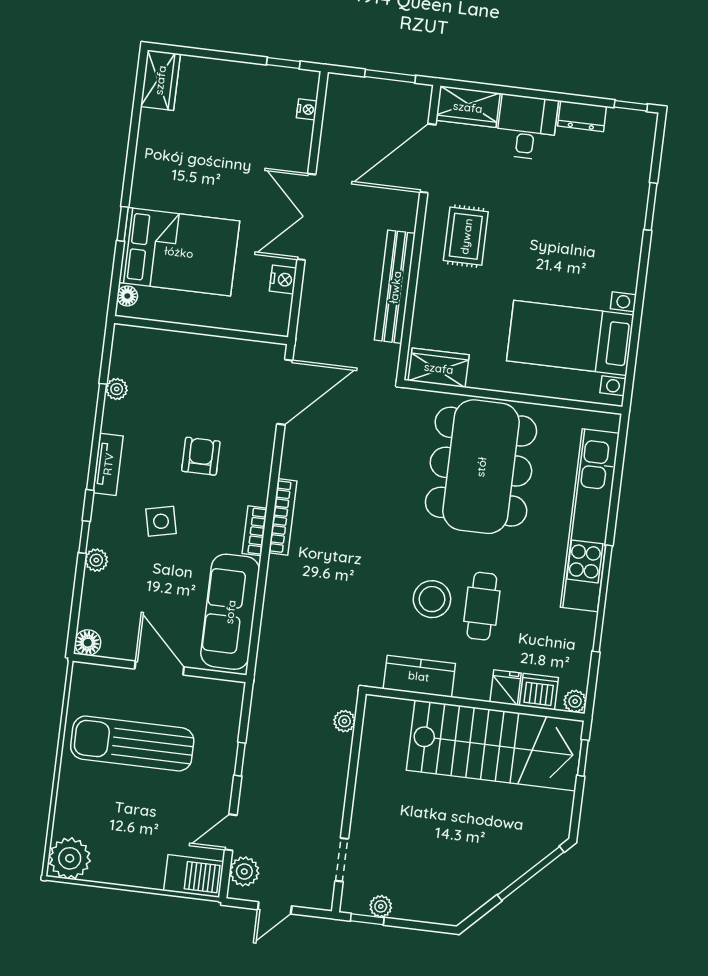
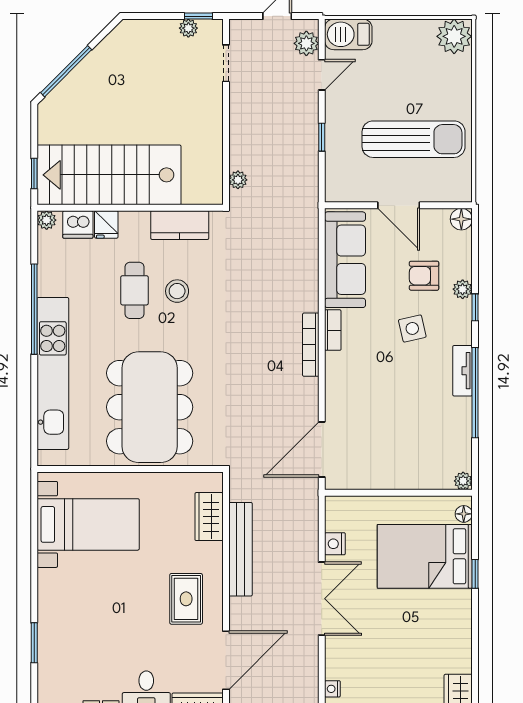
wardrobe: (439, 368) -> (209, 517), moved, turned 90
plant: (117, 389) -> (463, 481), moved
armchair: (201, 456) -> (424, 276), moved, turned 90
stool: (432, 599) -> (177, 291), width x0.73, depth x0.73

